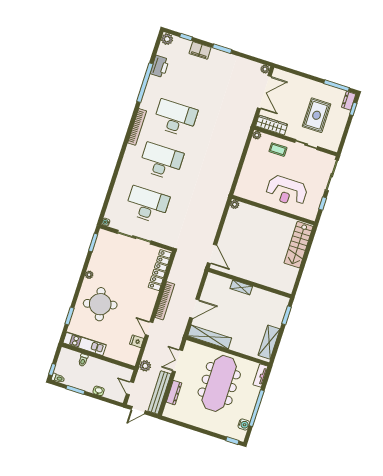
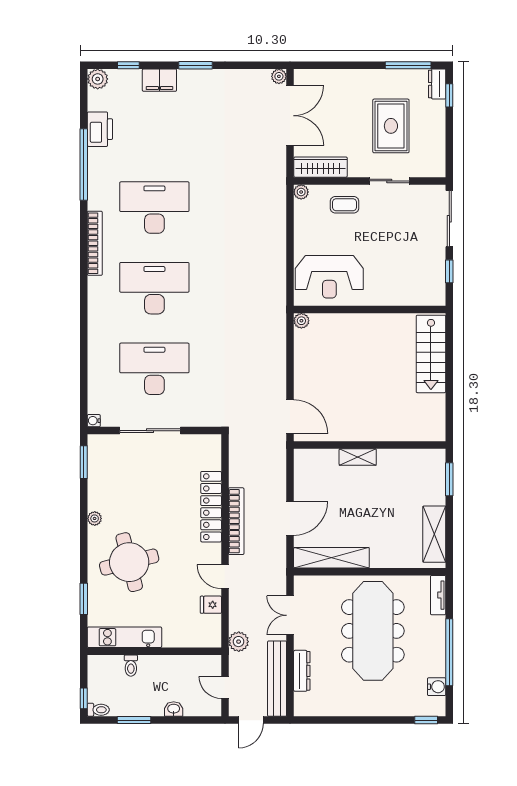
reception desk: (287, 191) -> (329, 277), moved
locker: (160, 270) -> (211, 507), moved

